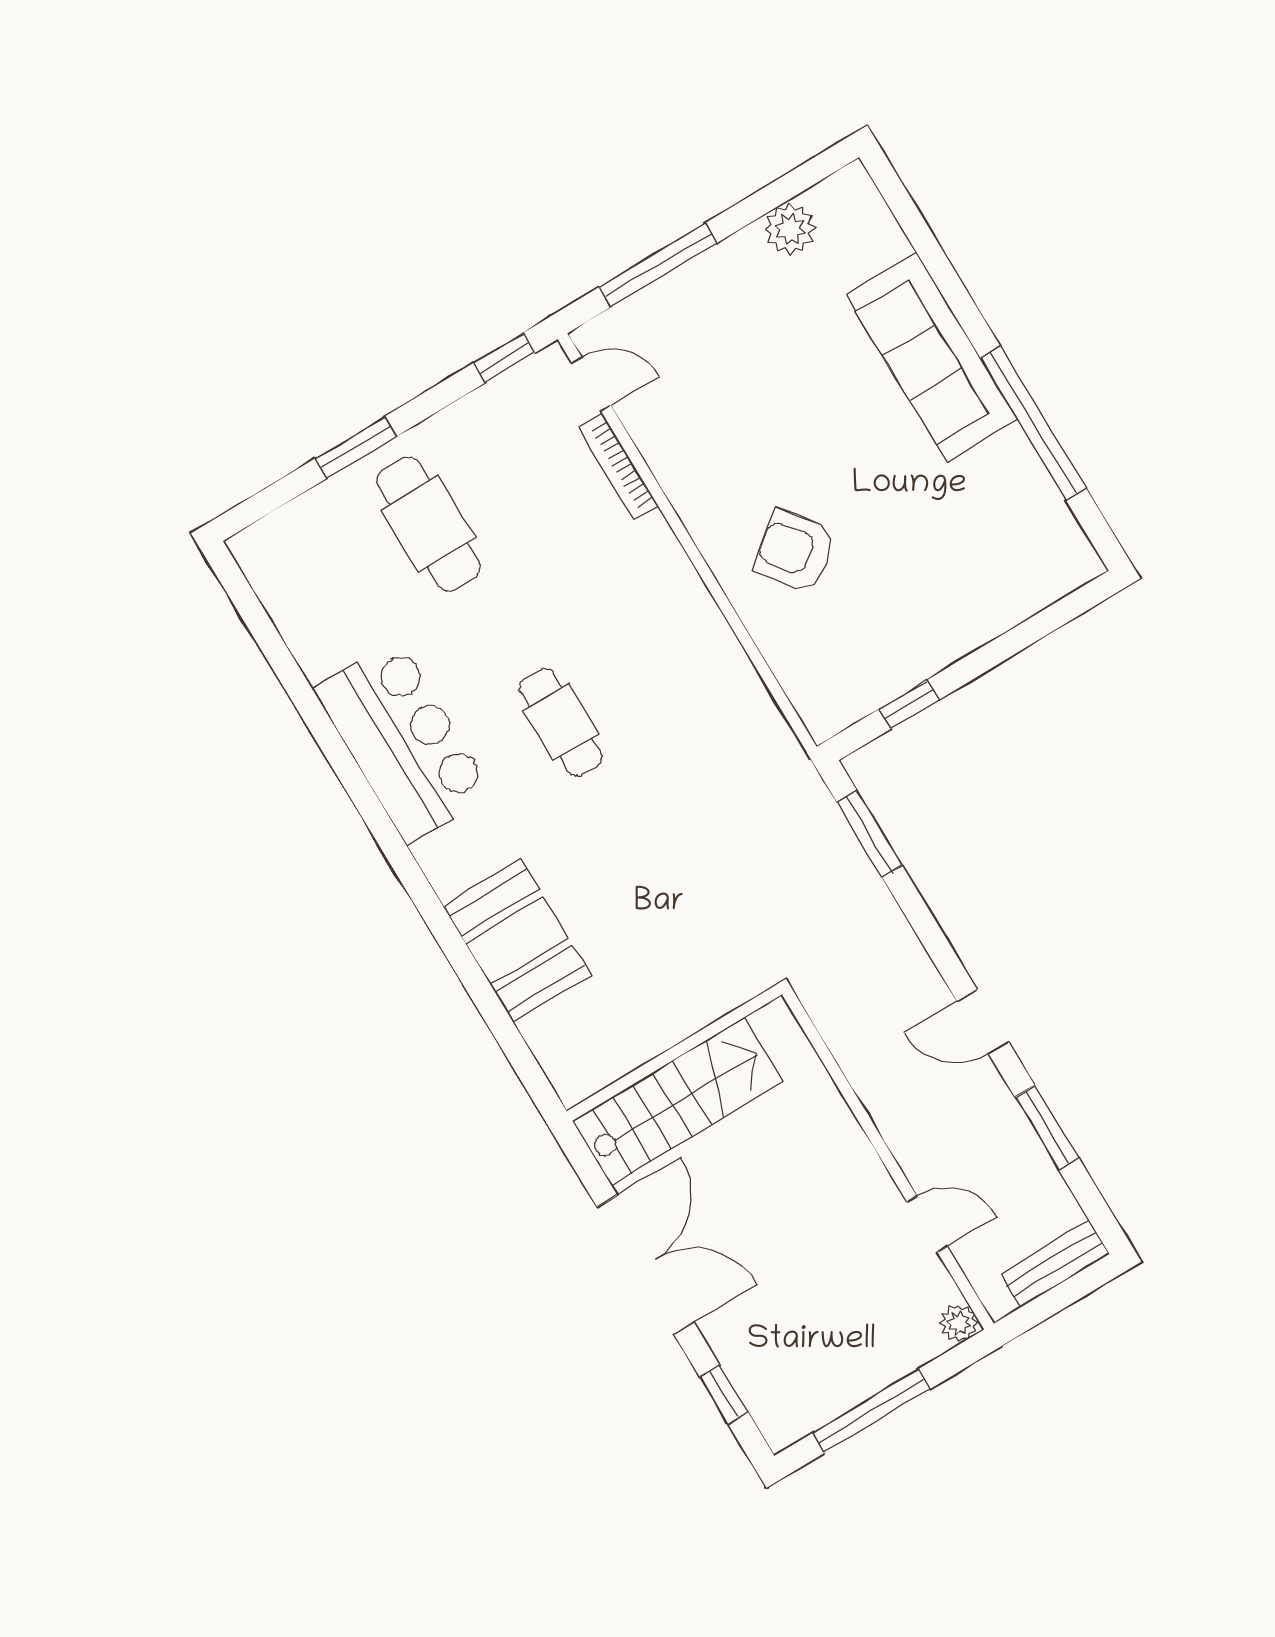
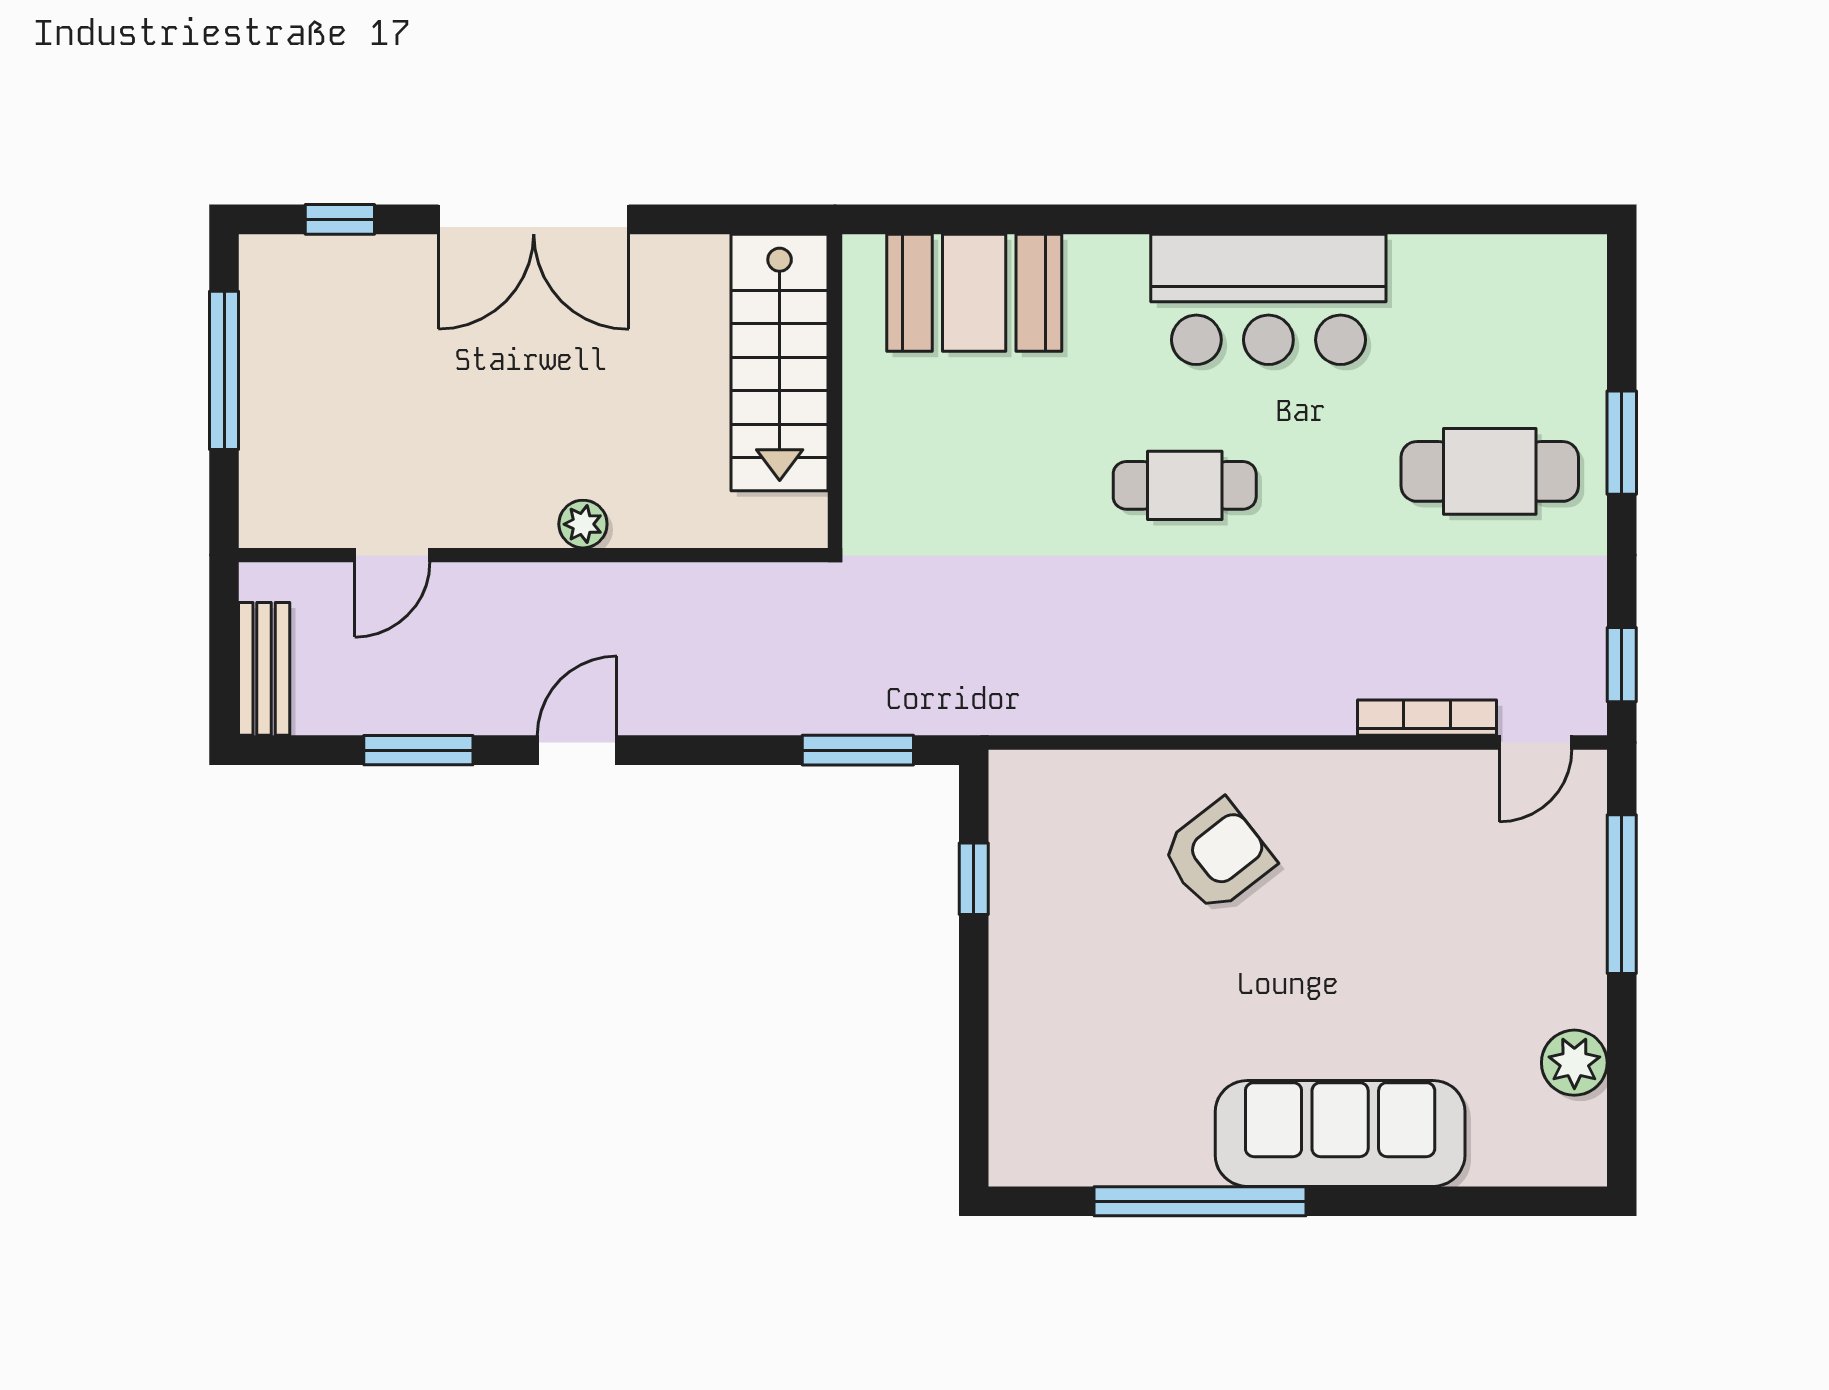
wall: (674, 1053) -> (835, 391), moved
stairs: (677, 1101) -> (780, 362), moved
plant: (959, 1323) -> (583, 524), moved

